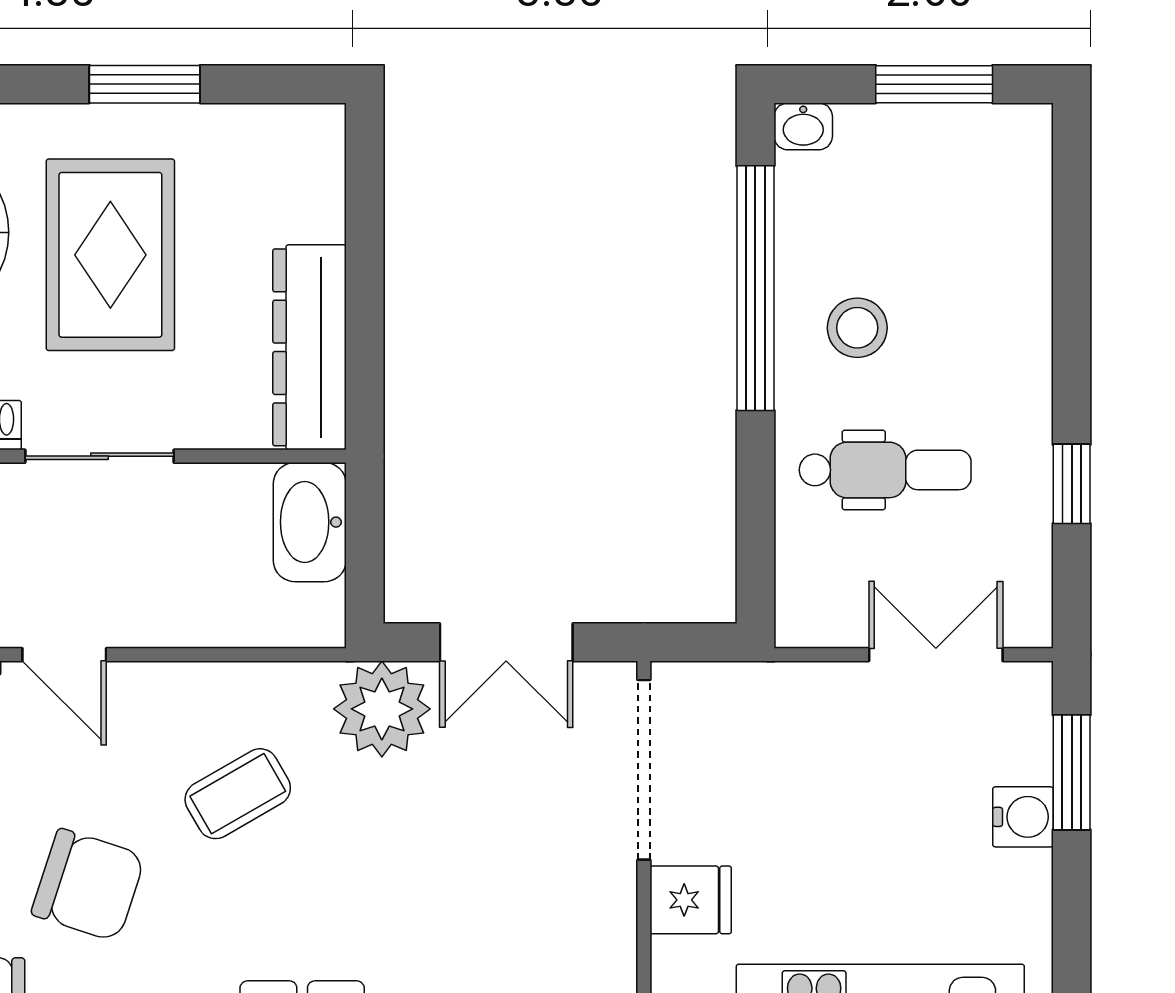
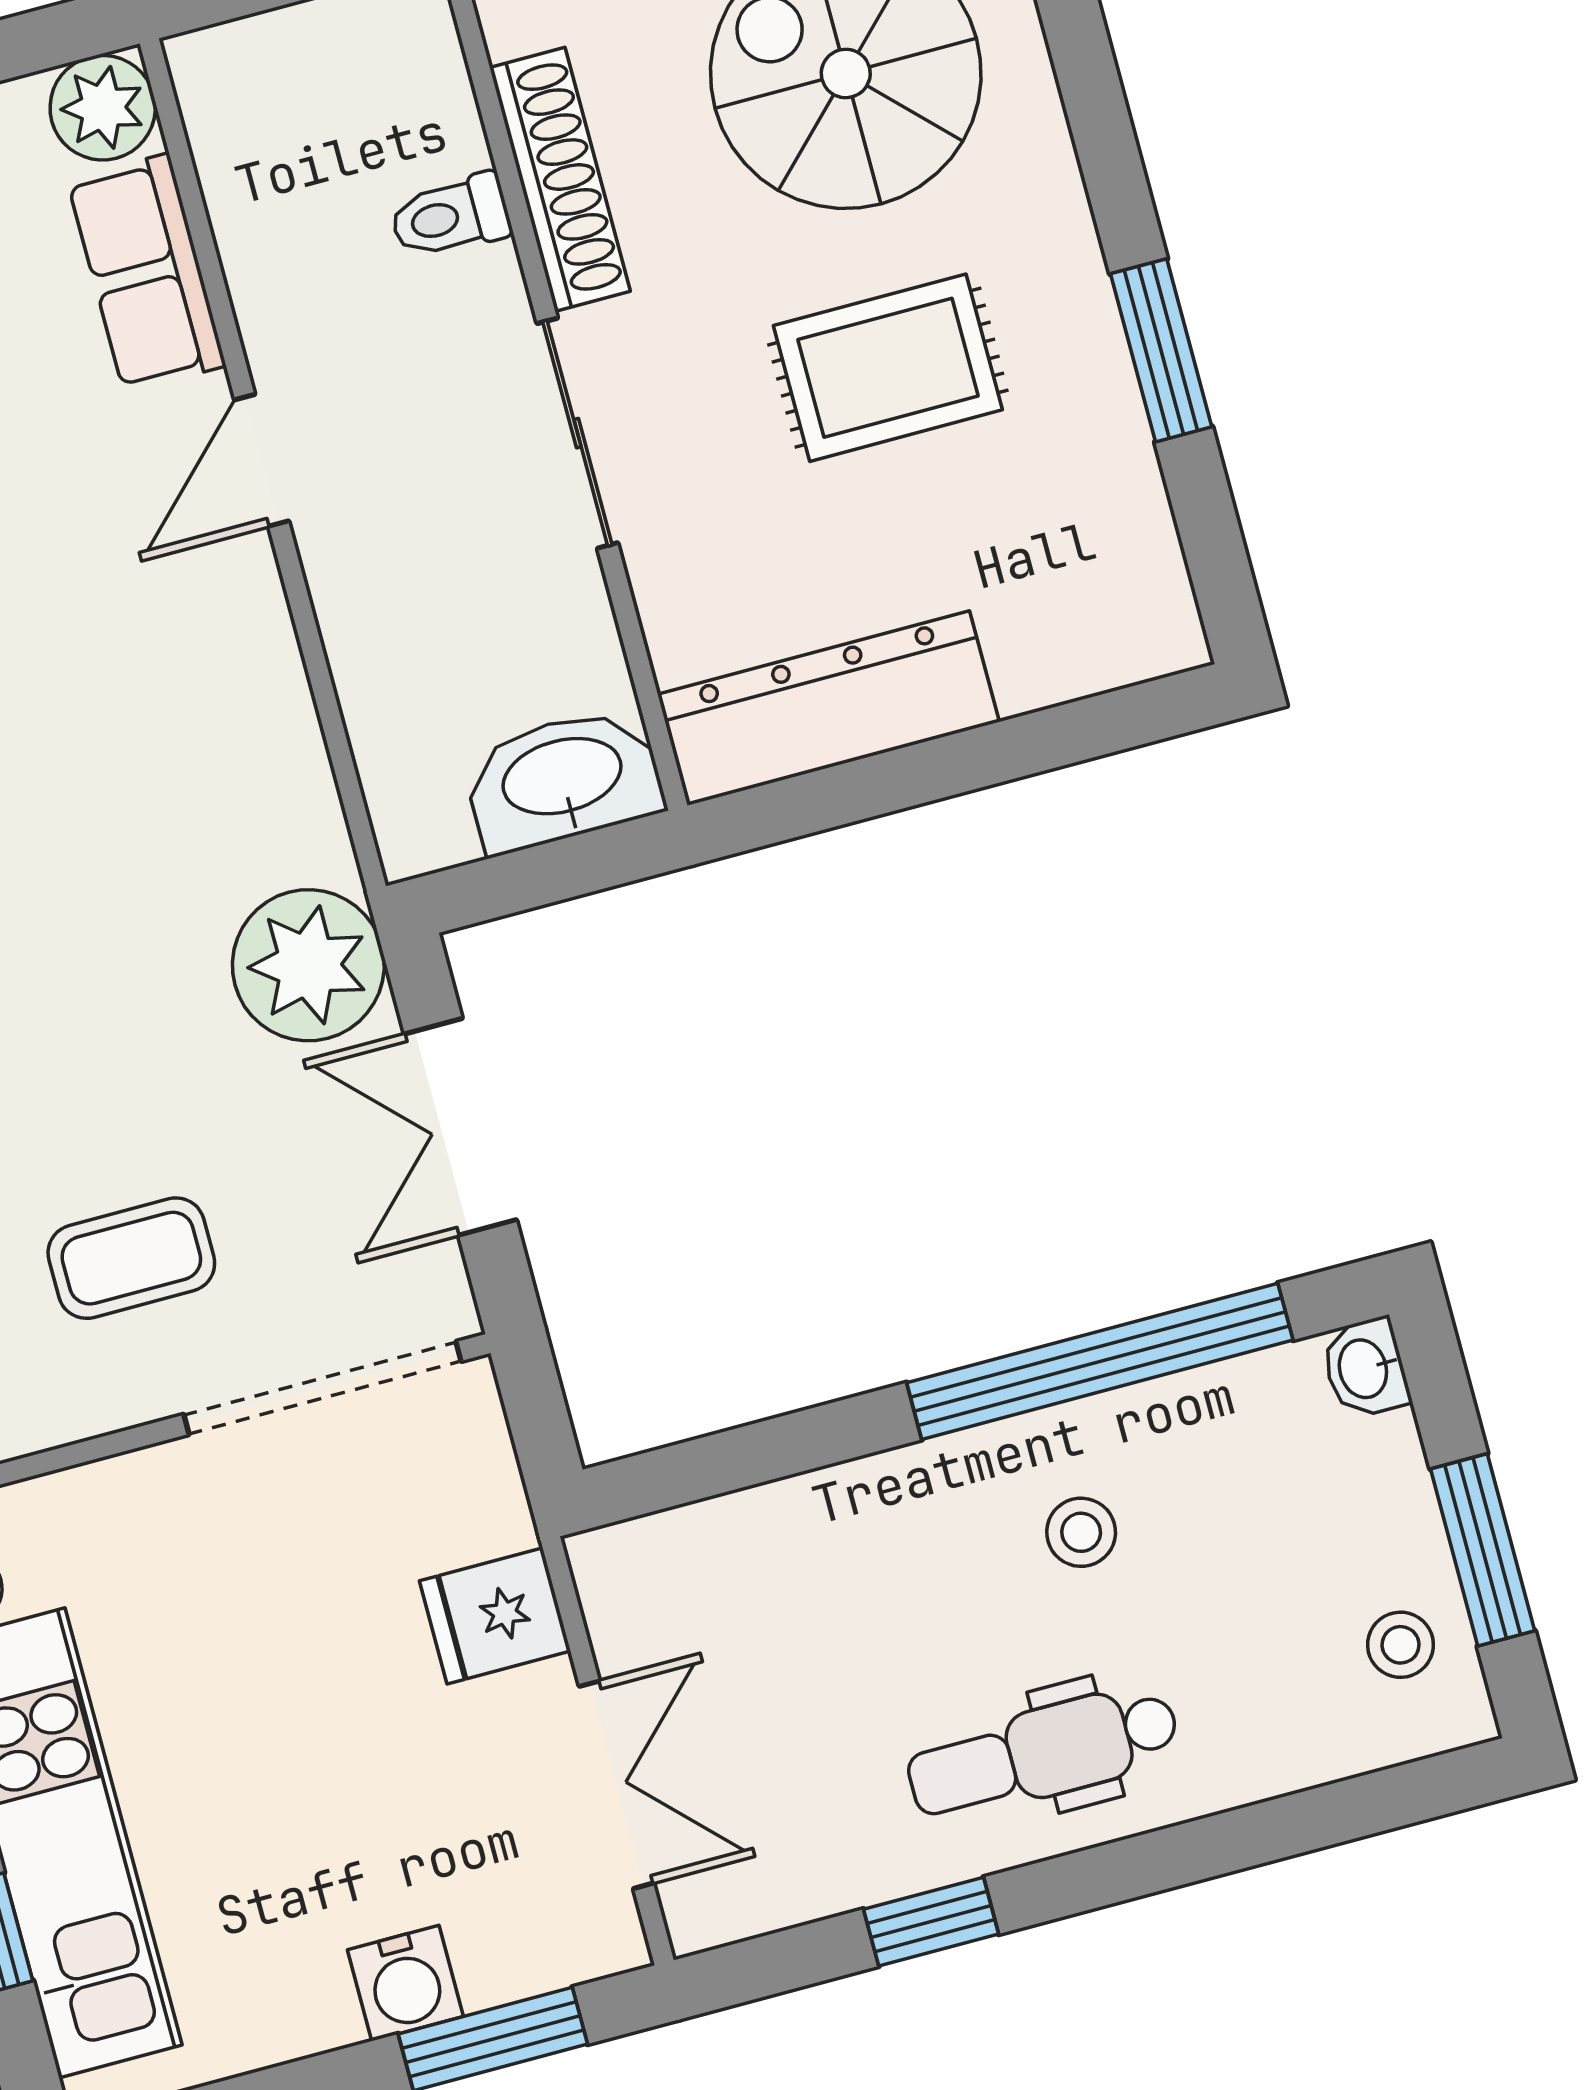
stool: (979, 150) -> (1401, 1645), added
rug: (110, 255) -> (888, 368), width x0.73, depth x0.70
stool: (857, 328) -> (1081, 1532), width x0.73, depth x0.73
dental chair: (885, 470) -> (1043, 1753), moved, turned 90
coffee table: (238, 794) -> (131, 1258), moved, turned -60
fridge: (691, 900) -> (495, 1616), moved, turned 90

